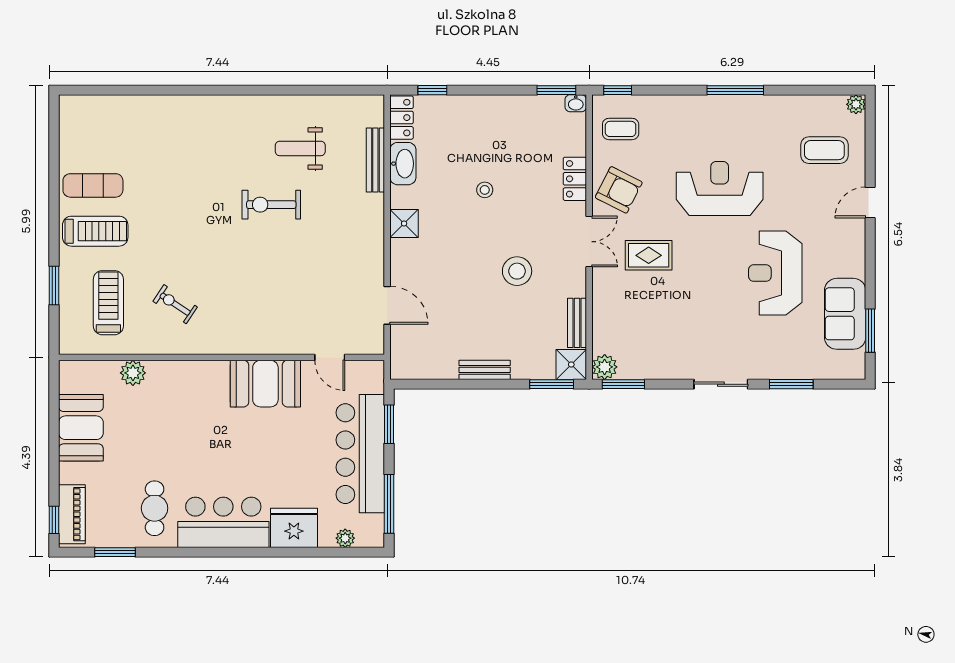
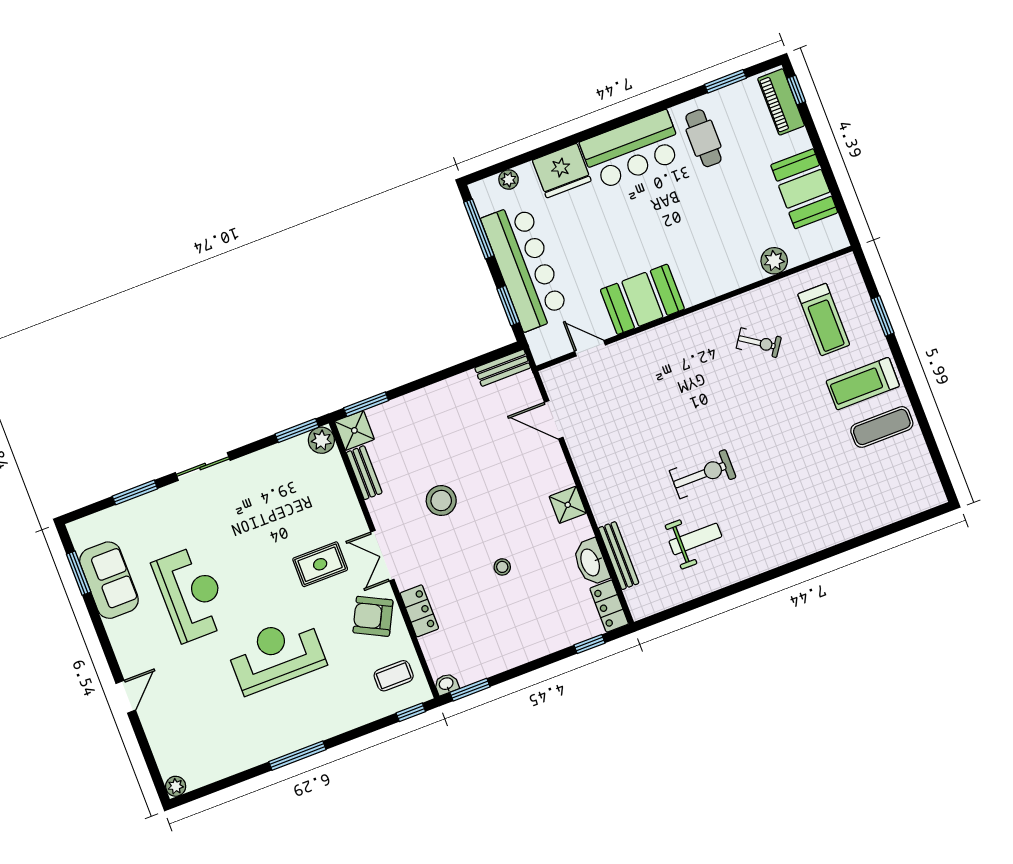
coffee table: (824, 150) -> (189, 730), removed
reception desk: (720, 189) -> (276, 655), turned 180
bench: (485, 370) -> (503, 368), moved

